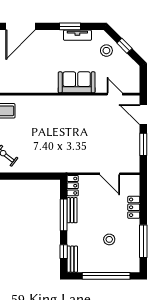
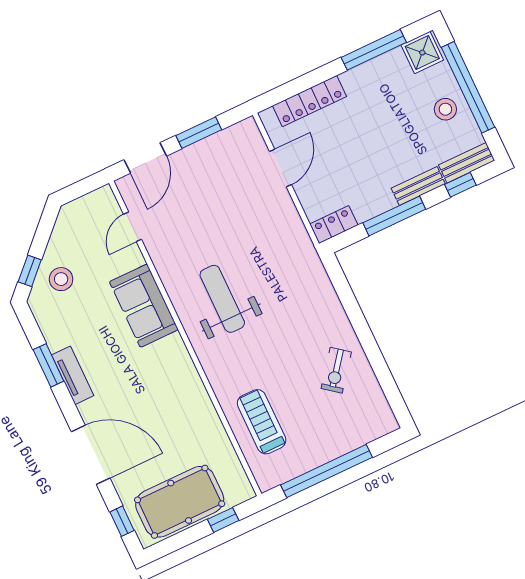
tv unit: (77, 35) -> (73, 375), moved
window: (124, 46) -> (30, 271), moved
weight bench: (63, 119) -> (222, 299), added
locker: (134, 207) -> (309, 101), width x1.53
bench: (72, 210) -> (418, 186), moved
stool: (109, 239) -> (445, 109), moved
shower: (132, 263) -> (422, 53), added

